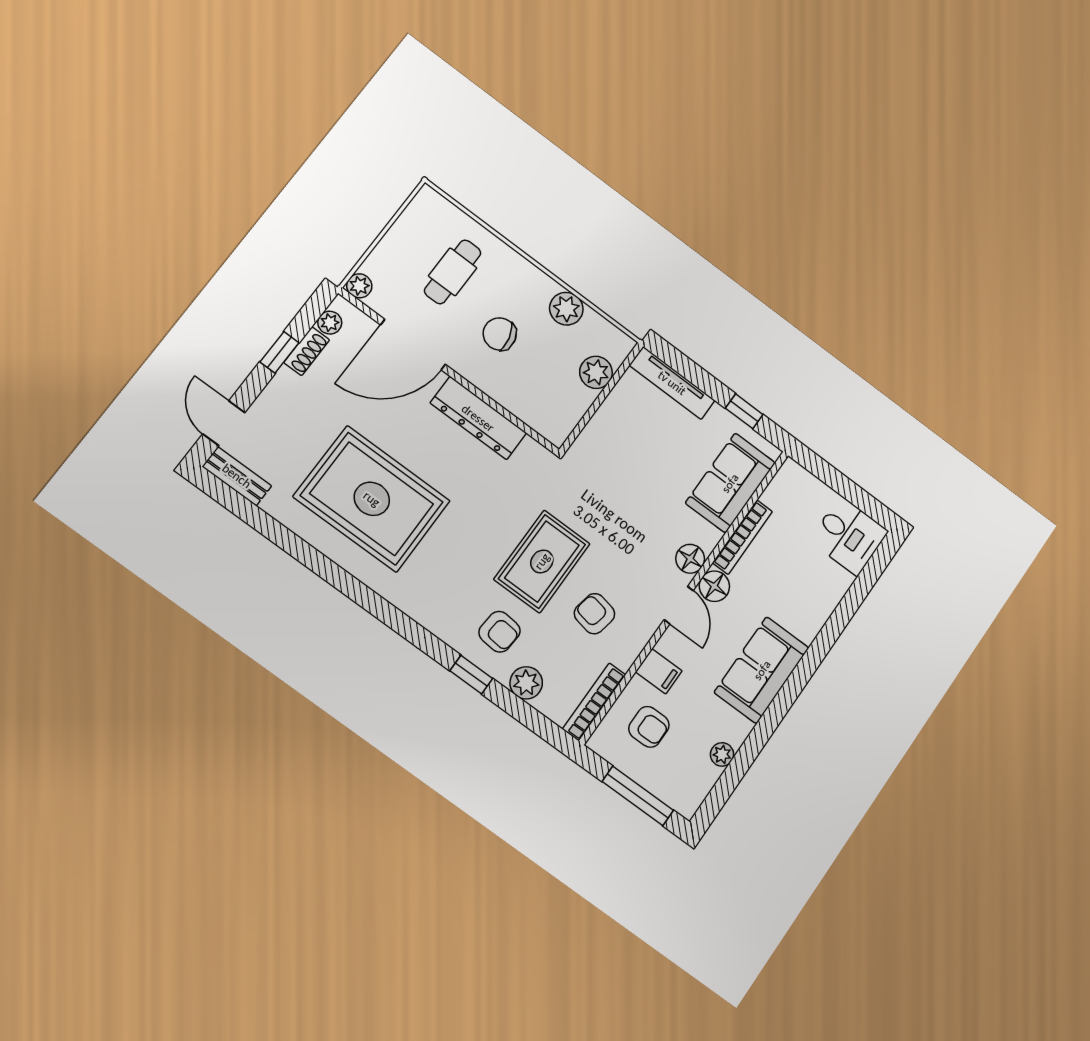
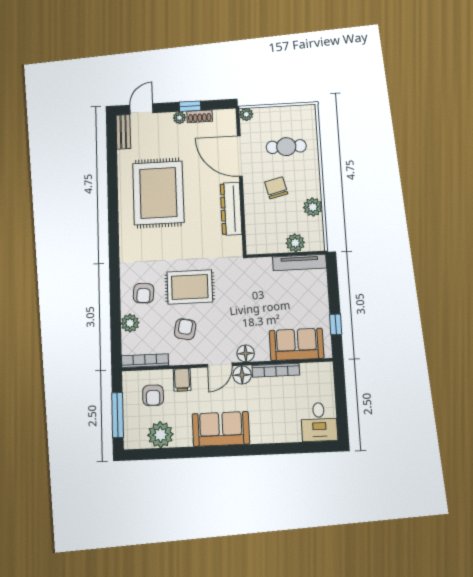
plant: (330, 323) -> (179, 118), moved
tv unit: (672, 383) -> (299, 262), moved, turned -90
window: (471, 675) -> (115, 296), removed
plant: (722, 754) -> (160, 435), width x1.87, depth x1.87

